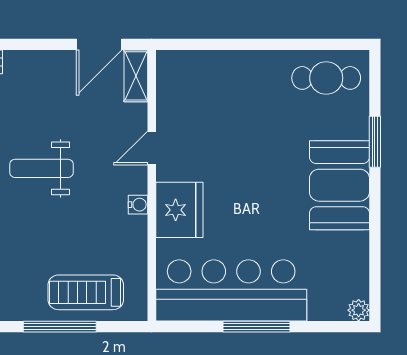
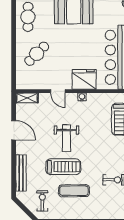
door: (99, 44) -> (14, 130), moved
cafe table: (240, 99) -> (37, 54), added

